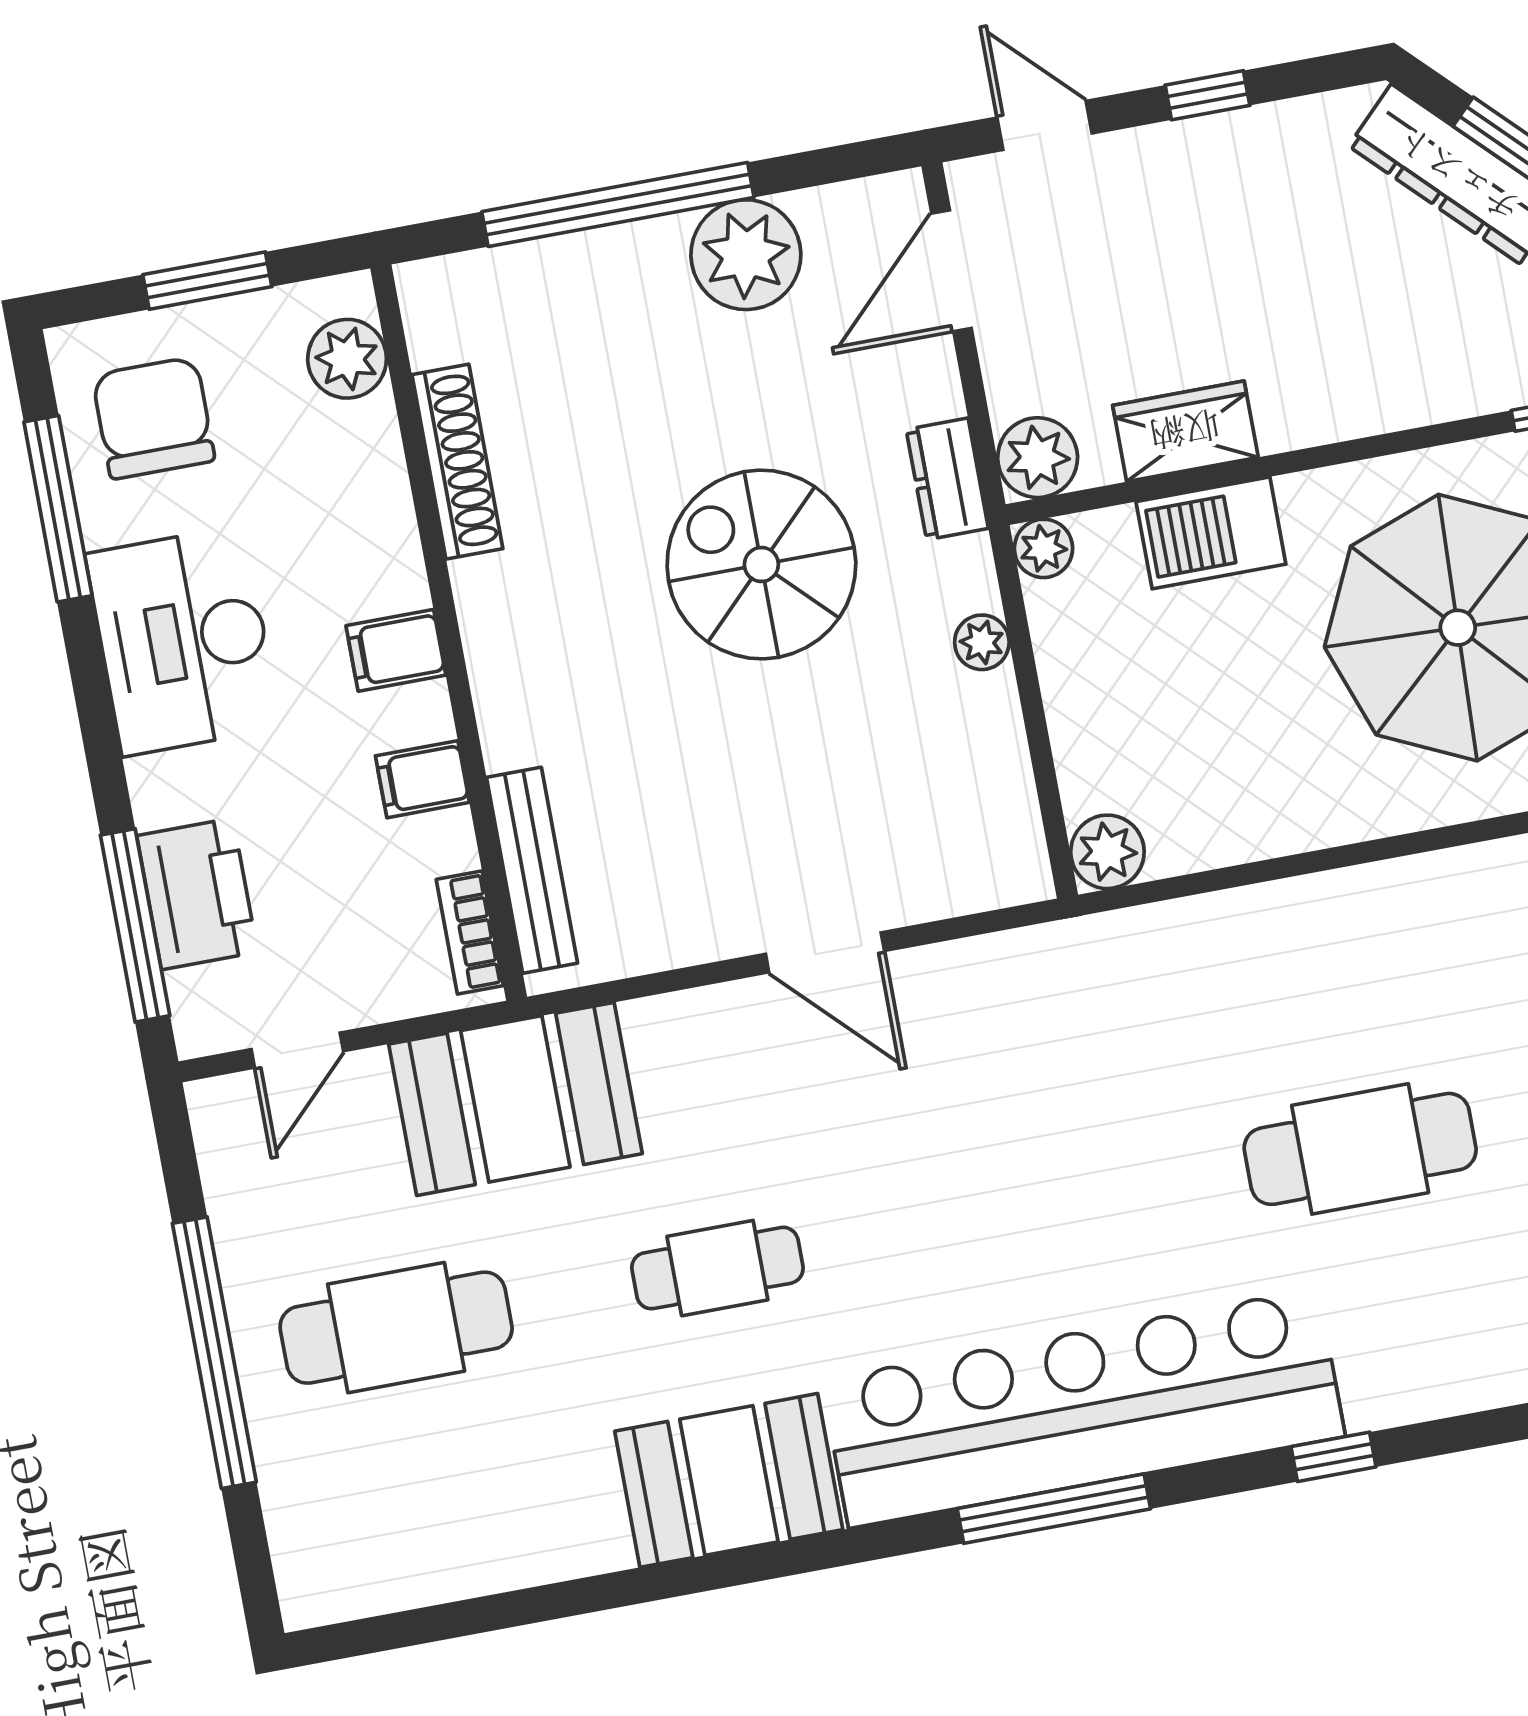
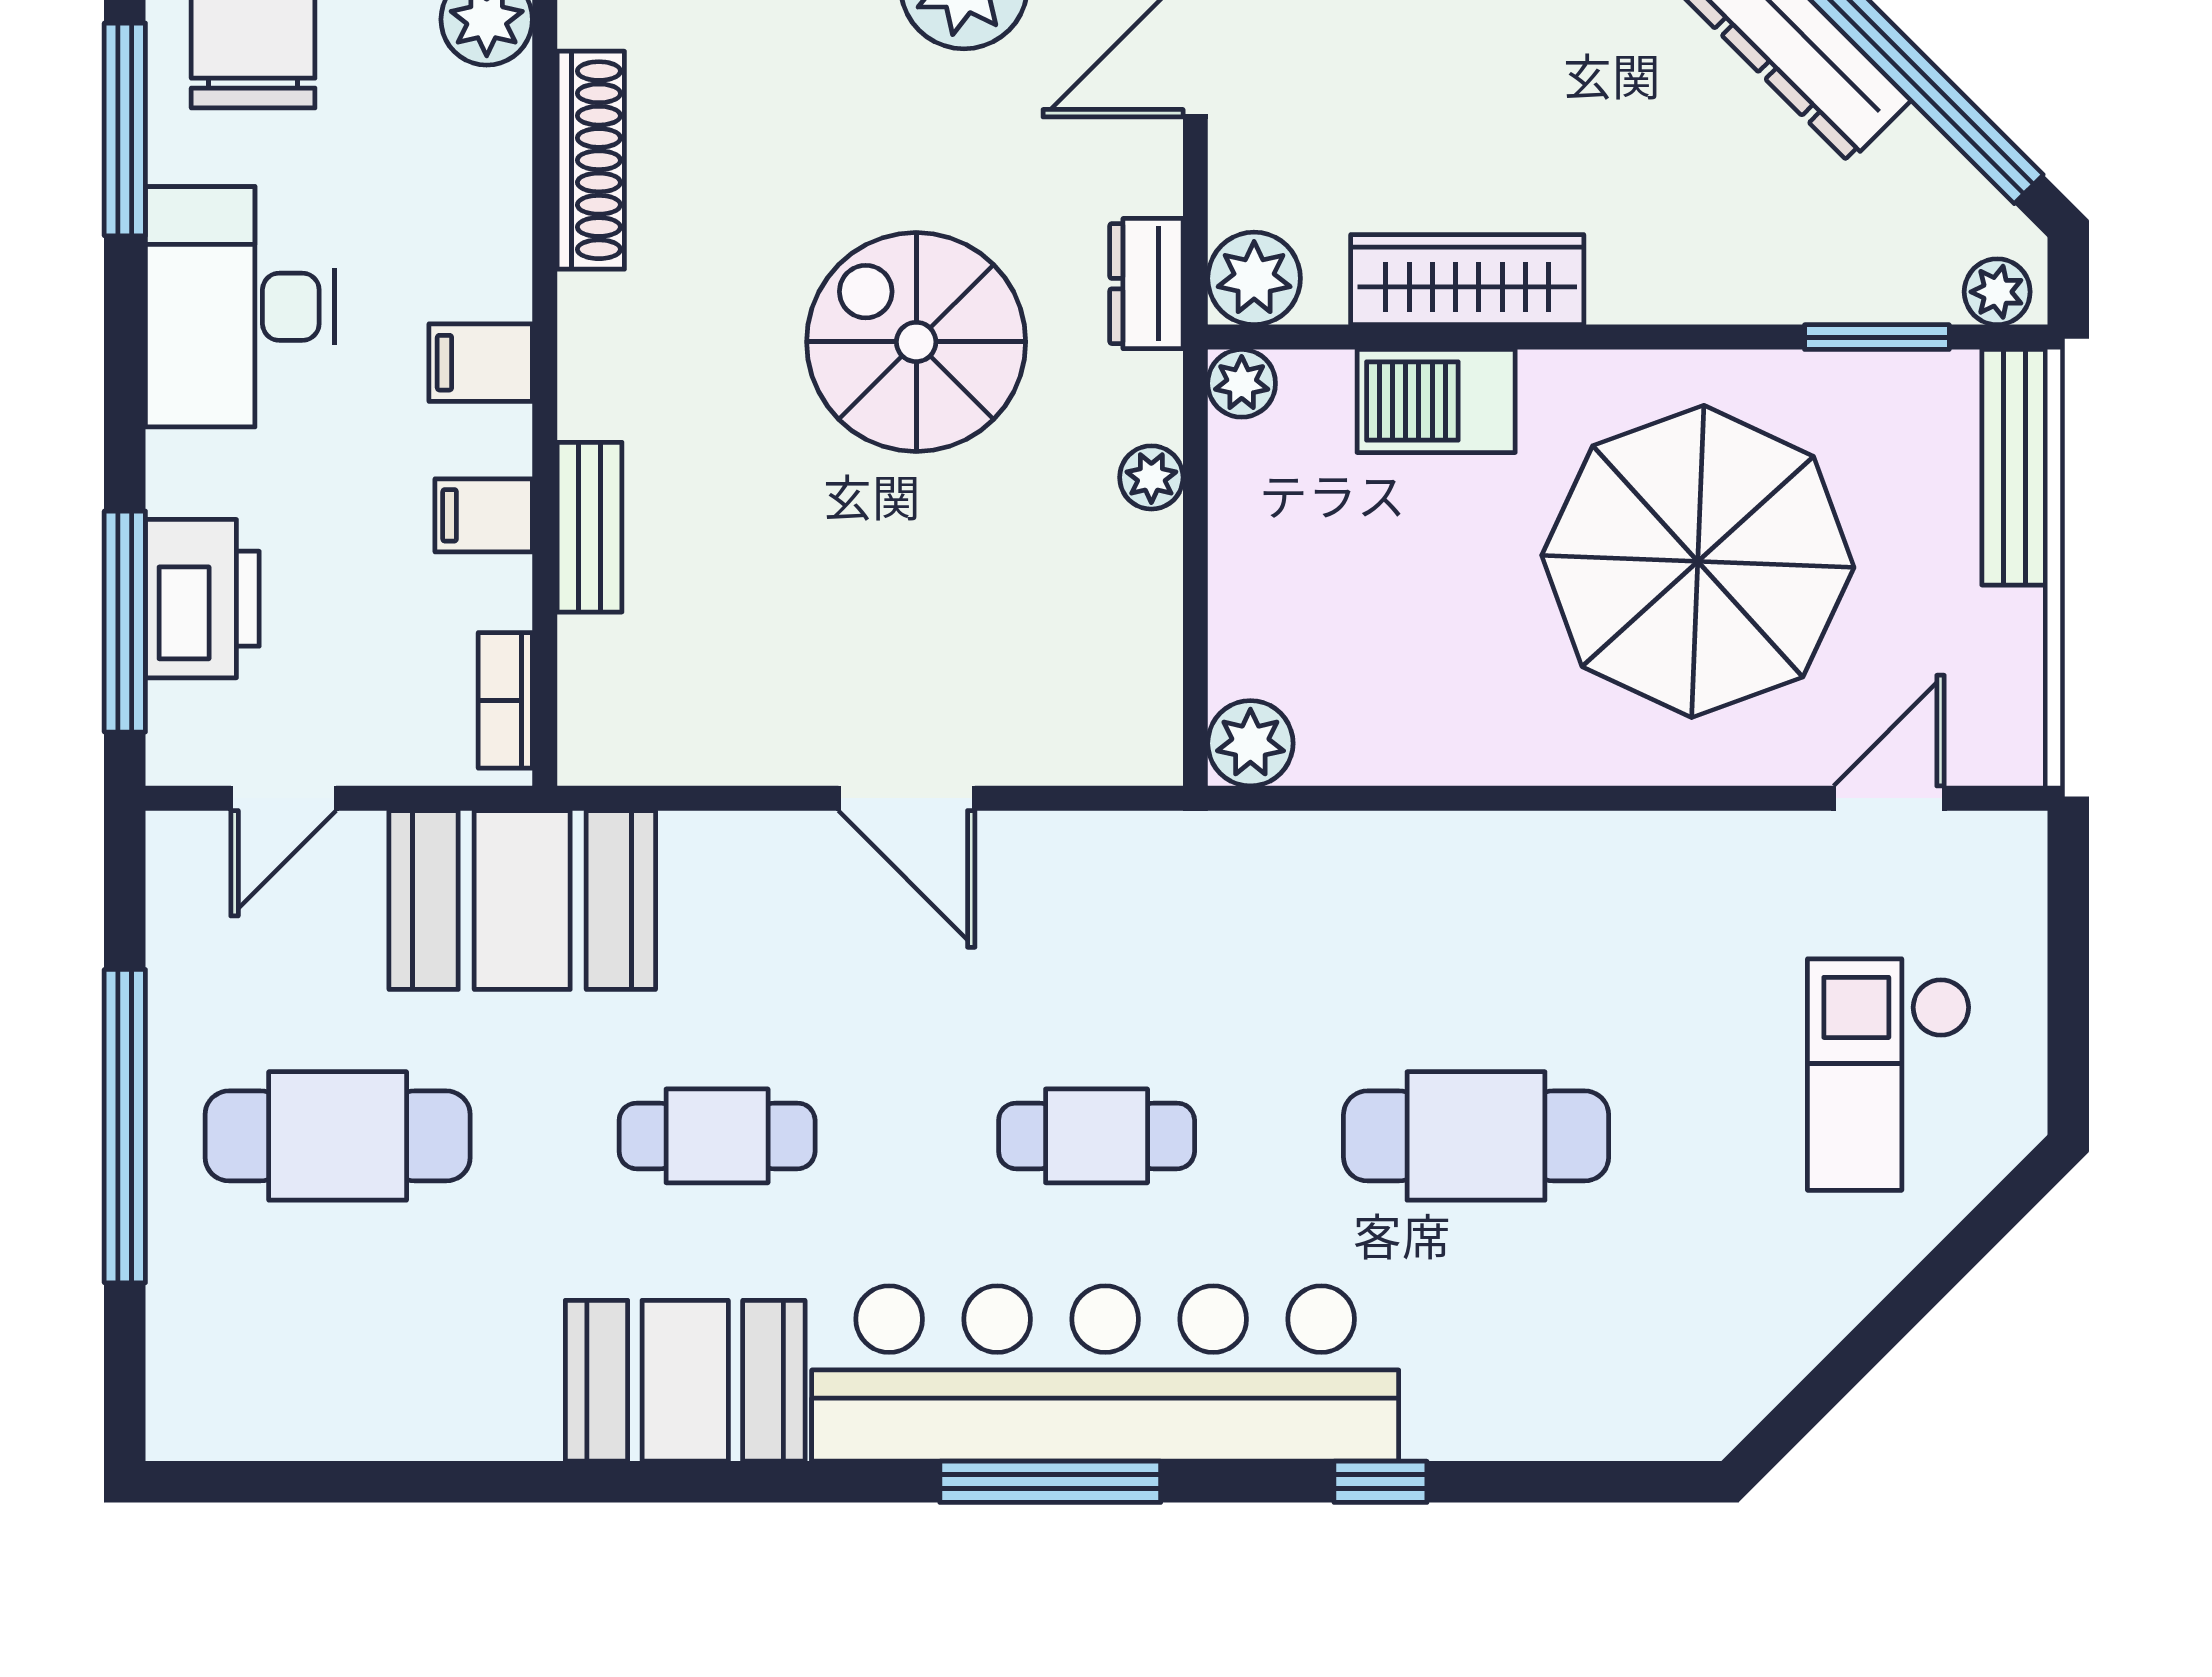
wardrobe: (1185, 431) -> (1467, 280), width x1.50
bench: (532, 870) -> (590, 527), moved, width x0.73
cafe table: (1039, 1208) -> (1097, 1136), added

